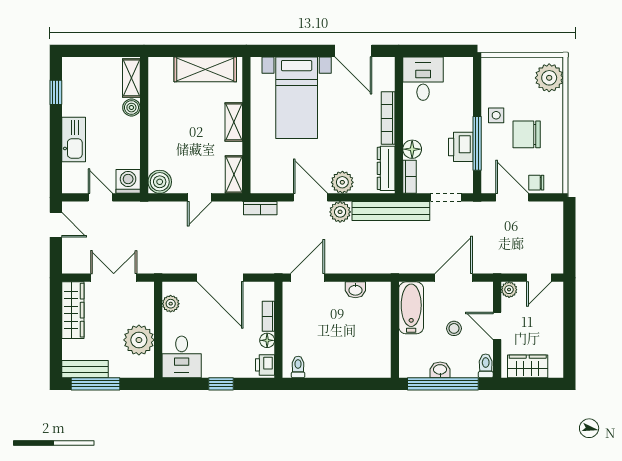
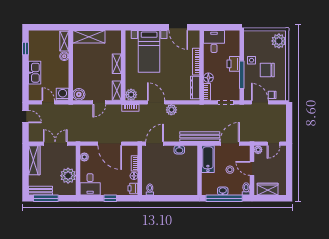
shelving: (205, 69) -> (89, 37), moved
printer: (461, 147) -> (233, 64), moved
plant: (342, 182) -> (131, 95), moved
bench: (391, 211) -> (200, 137), moved

